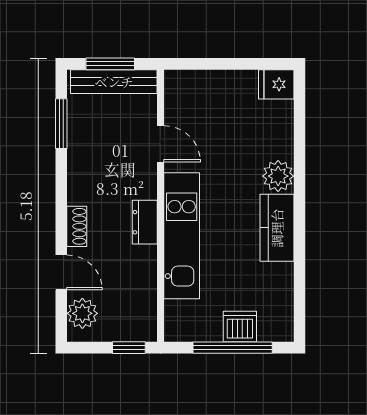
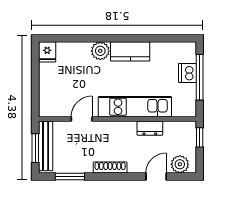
dresser: (145, 222) -> (150, 128), moved
shoe rack: (77, 226) -> (110, 167), moved, width x1.43

